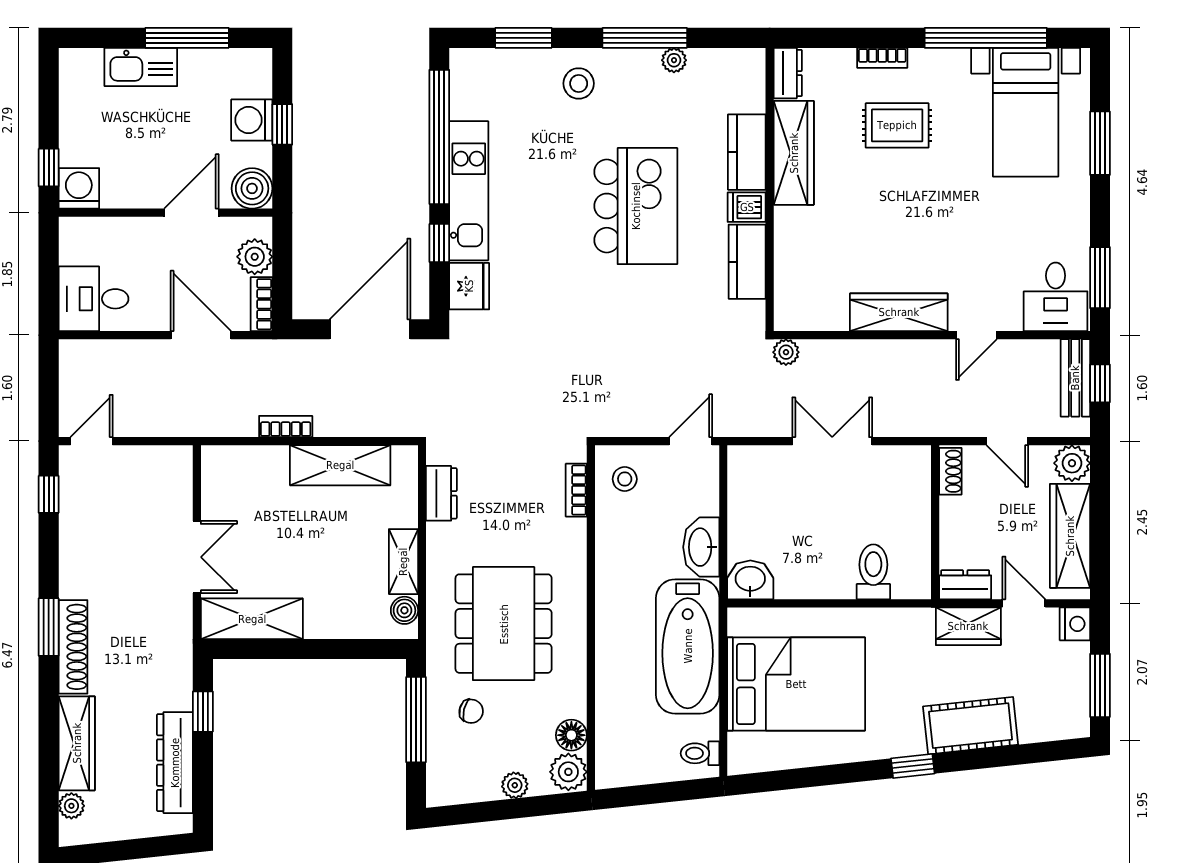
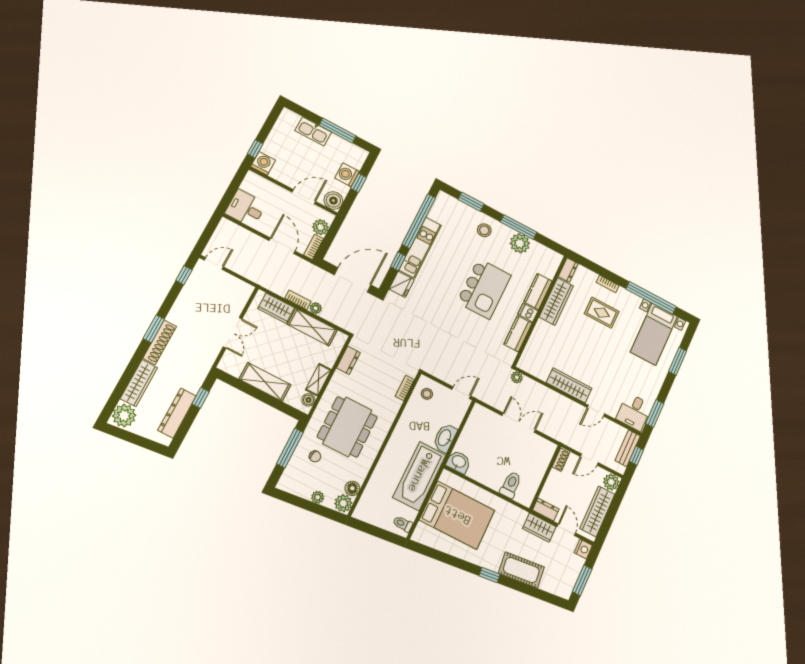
plant: (674, 60) -> (520, 243), width x1.88, depth x1.88
plant: (328, 424) -> (316, 308), added
door: (1007, 441) -> (589, 460), hinge flipped
wardrobe: (253, 465) -> (276, 308), added
shelving: (252, 619) -> (265, 382), moved
plant: (71, 806) -> (124, 416), width x1.87, depth x1.87

